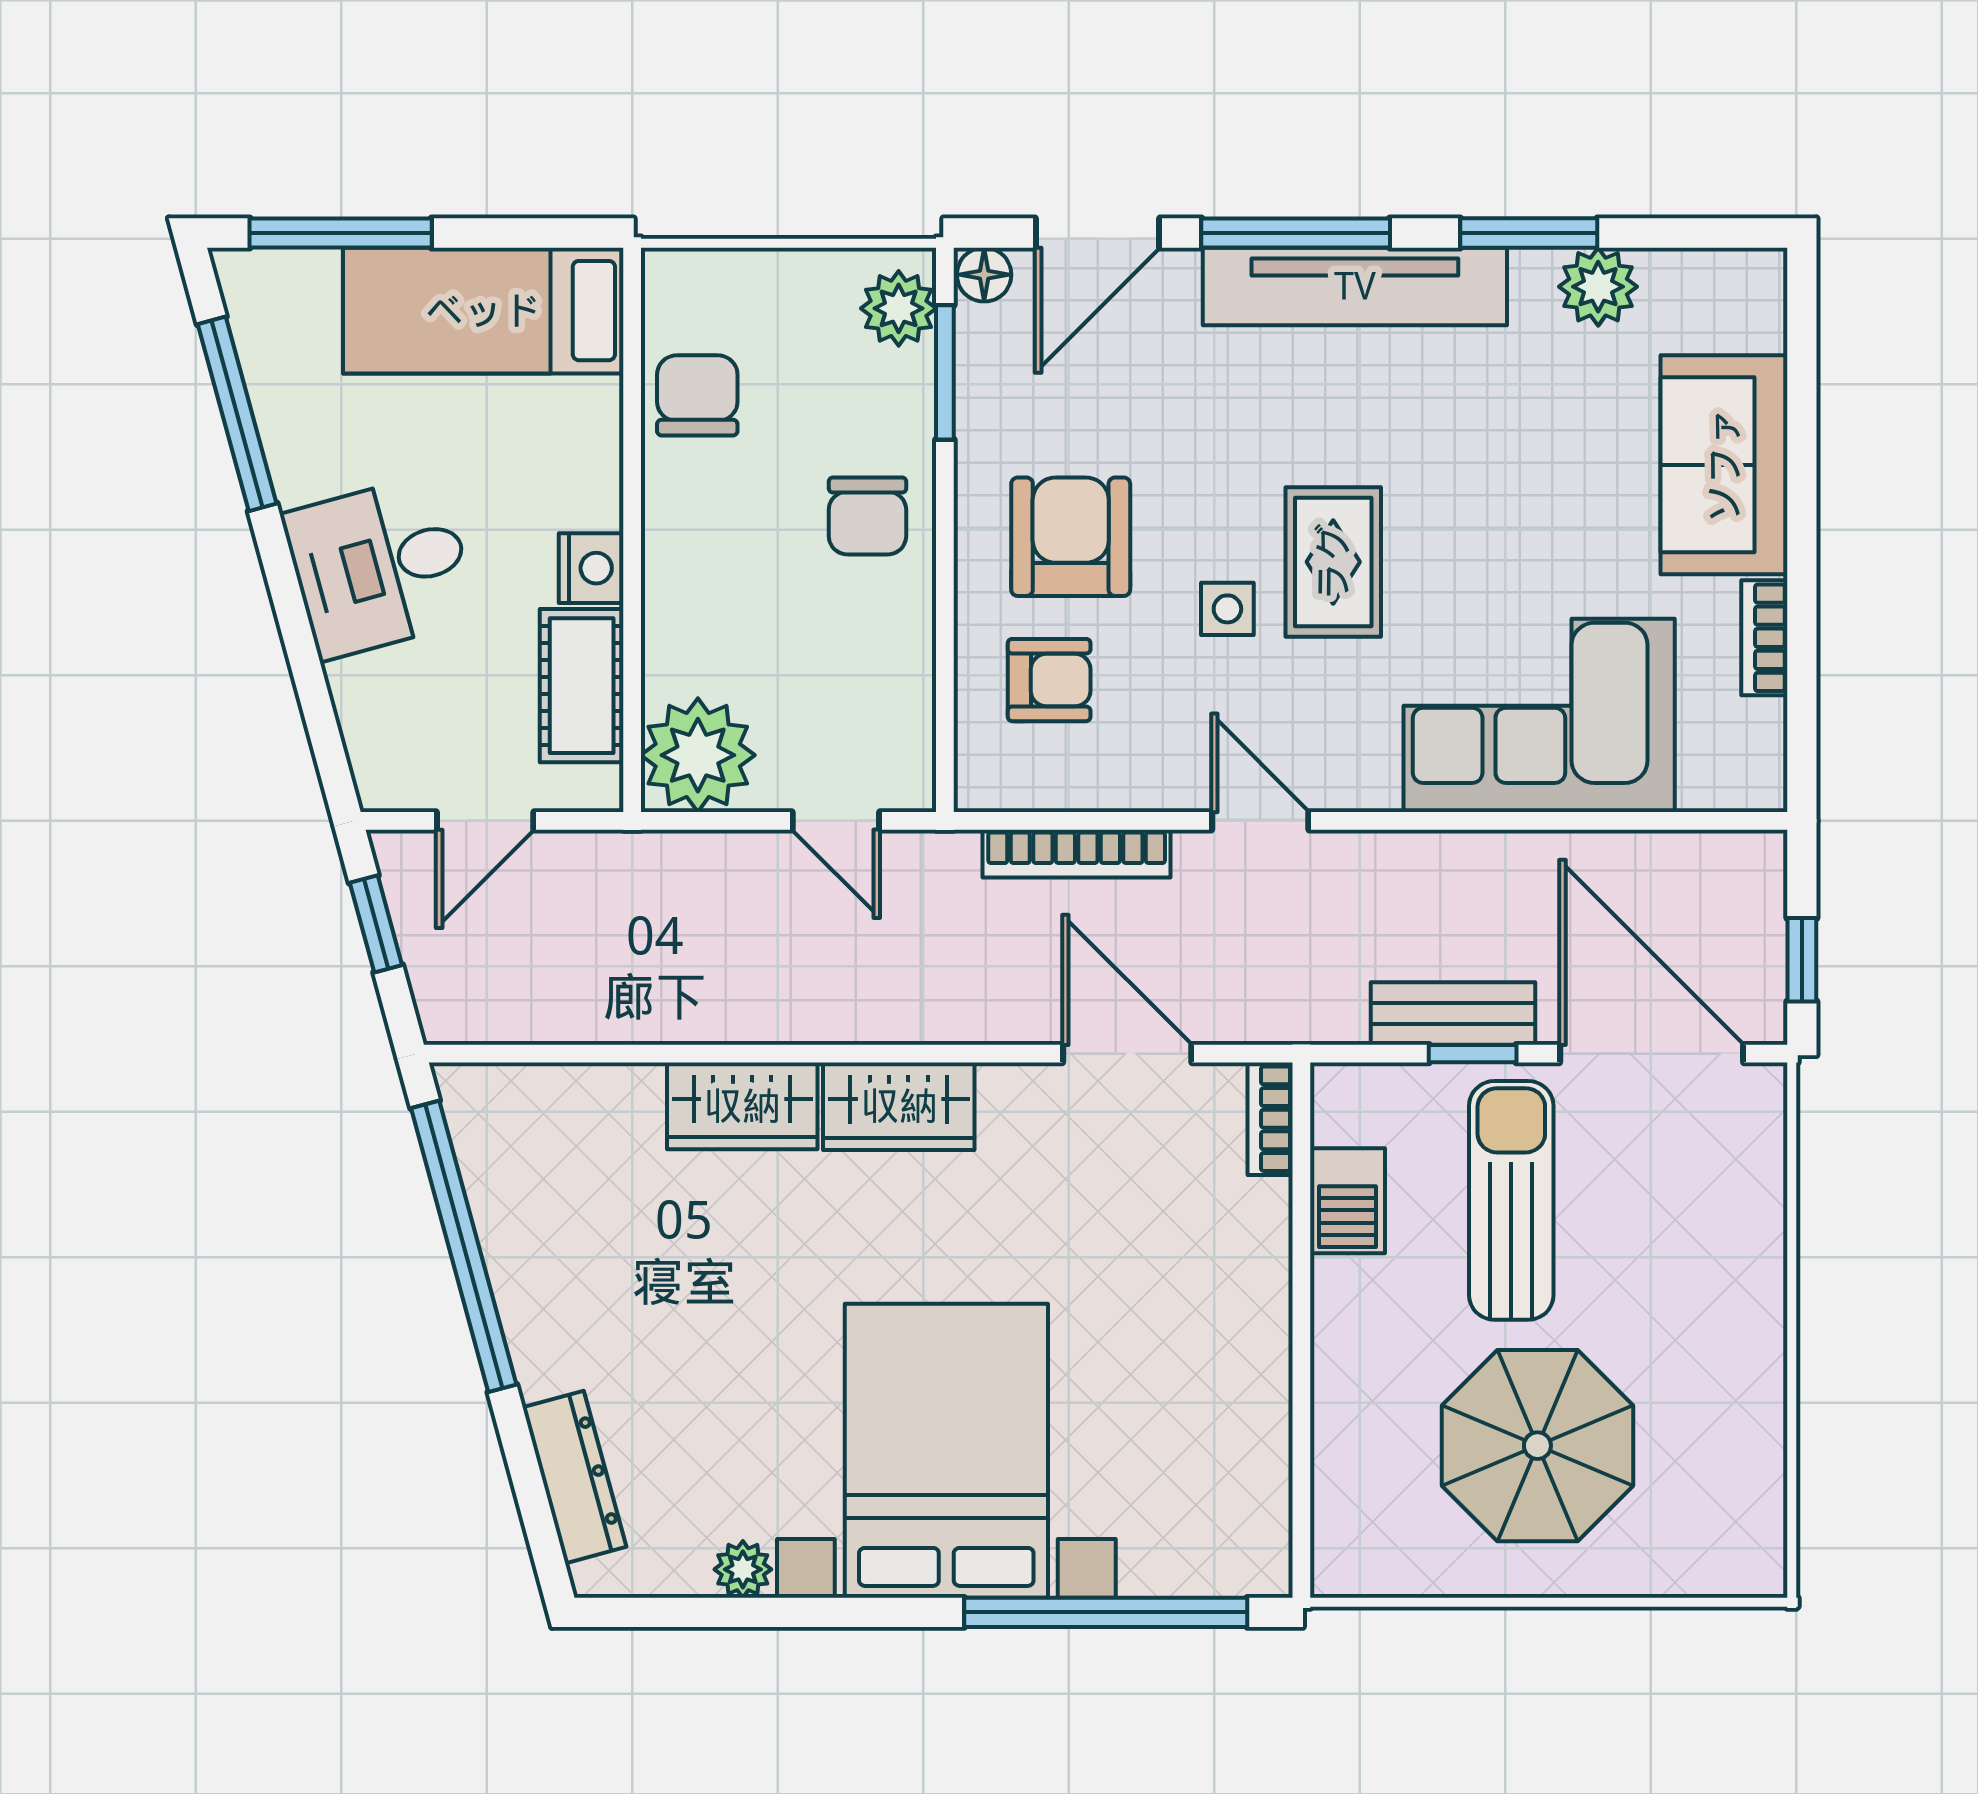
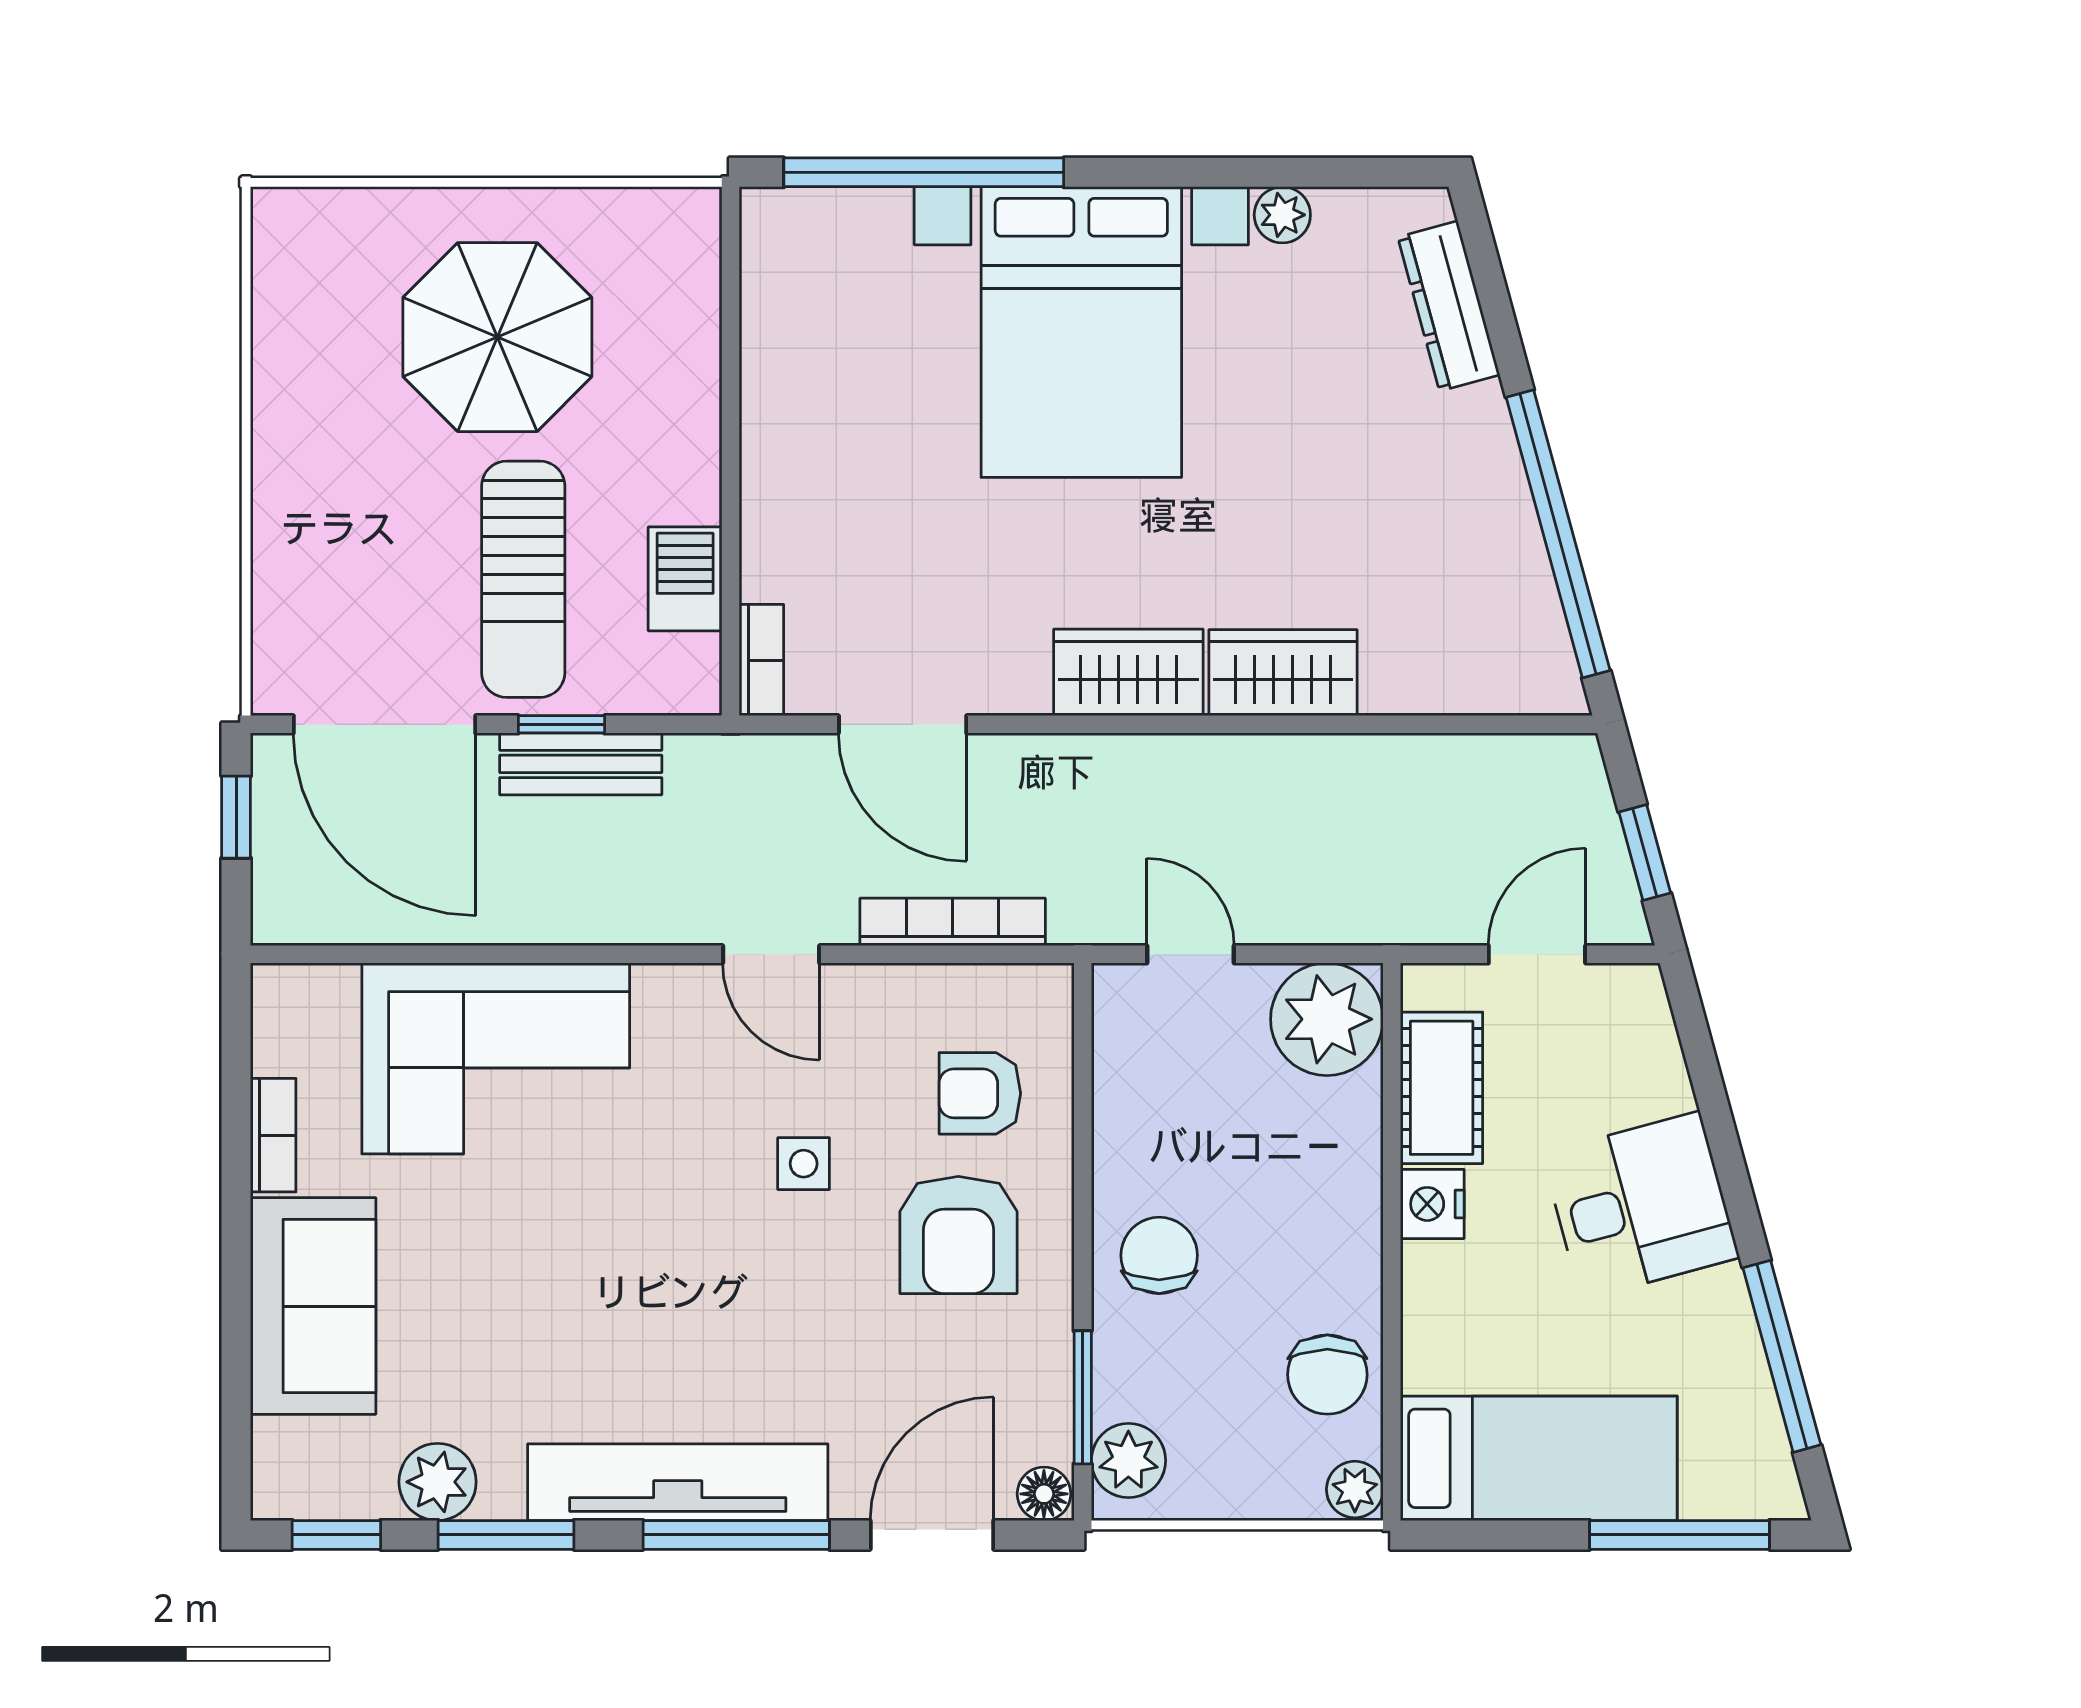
window: (1700, 233) -> (336, 1535), added
plant: (669, 279) -> (1355, 1489), added
rug: (1333, 562) -> (699, 1210), removed

